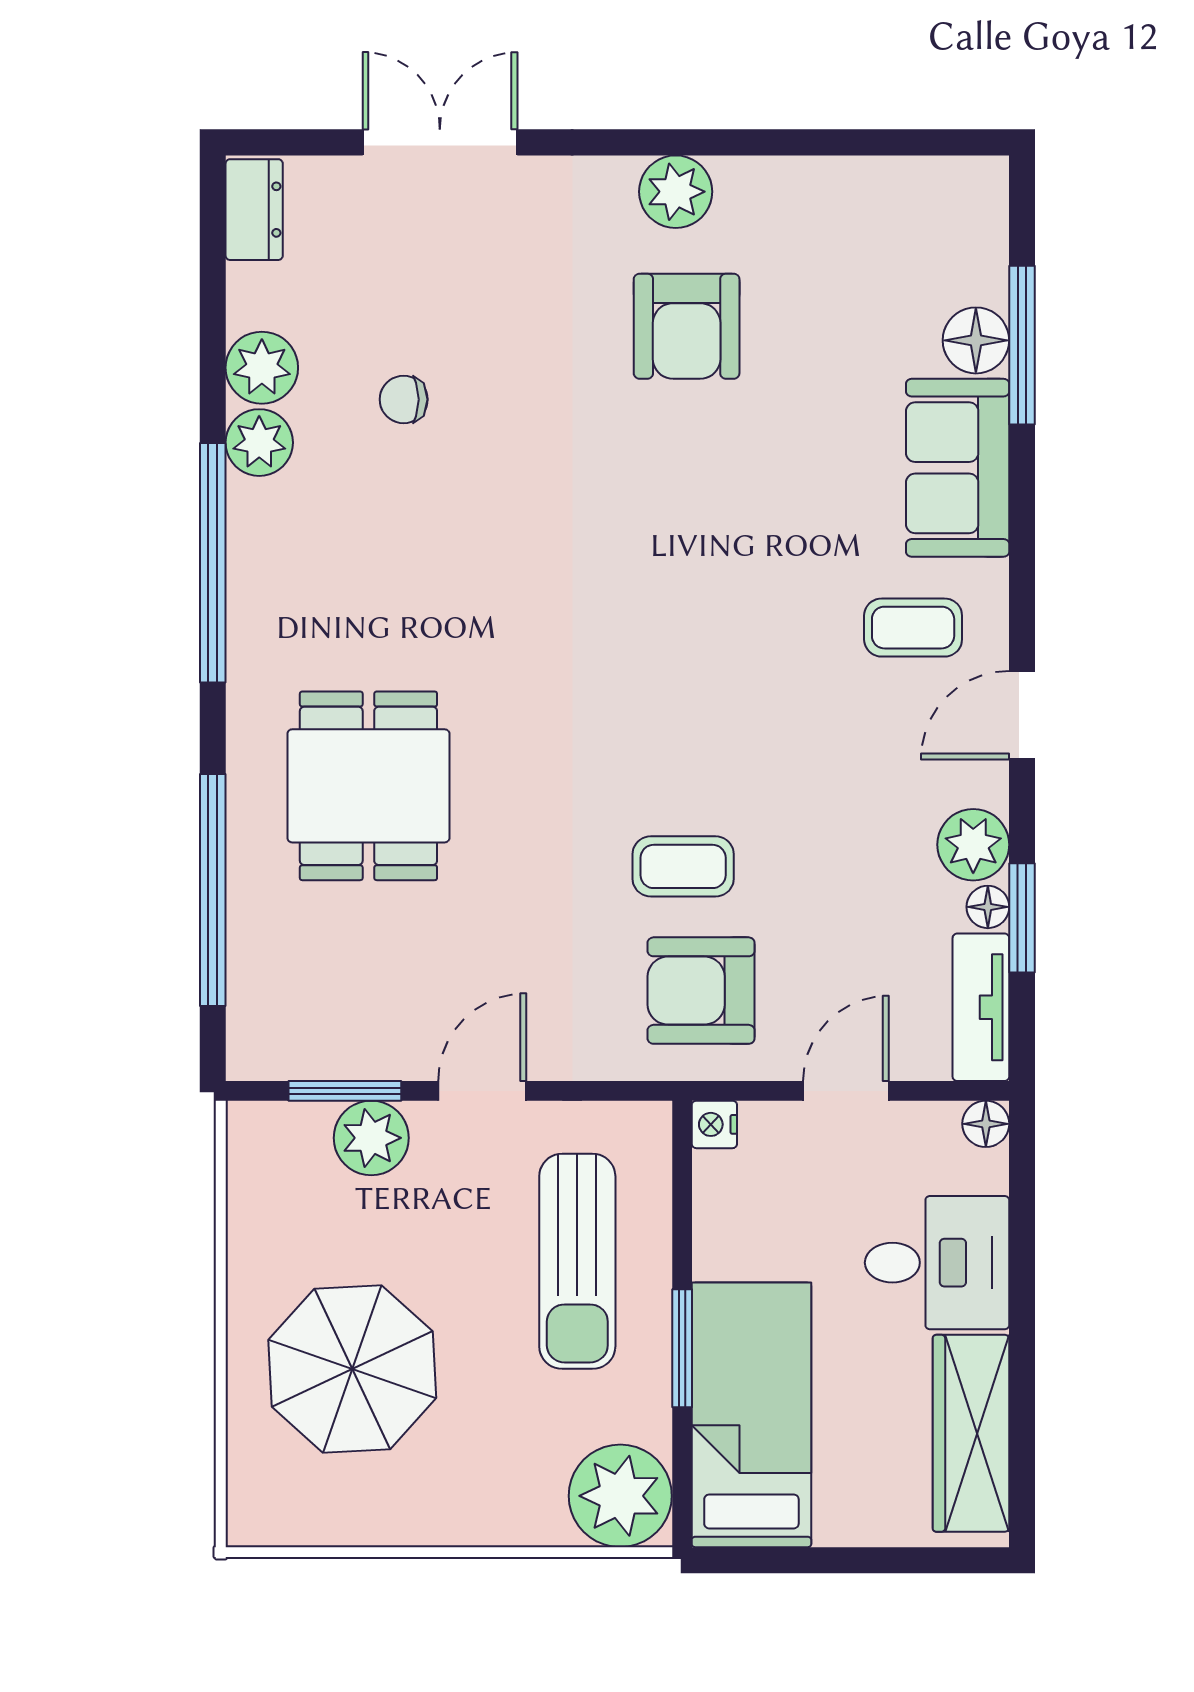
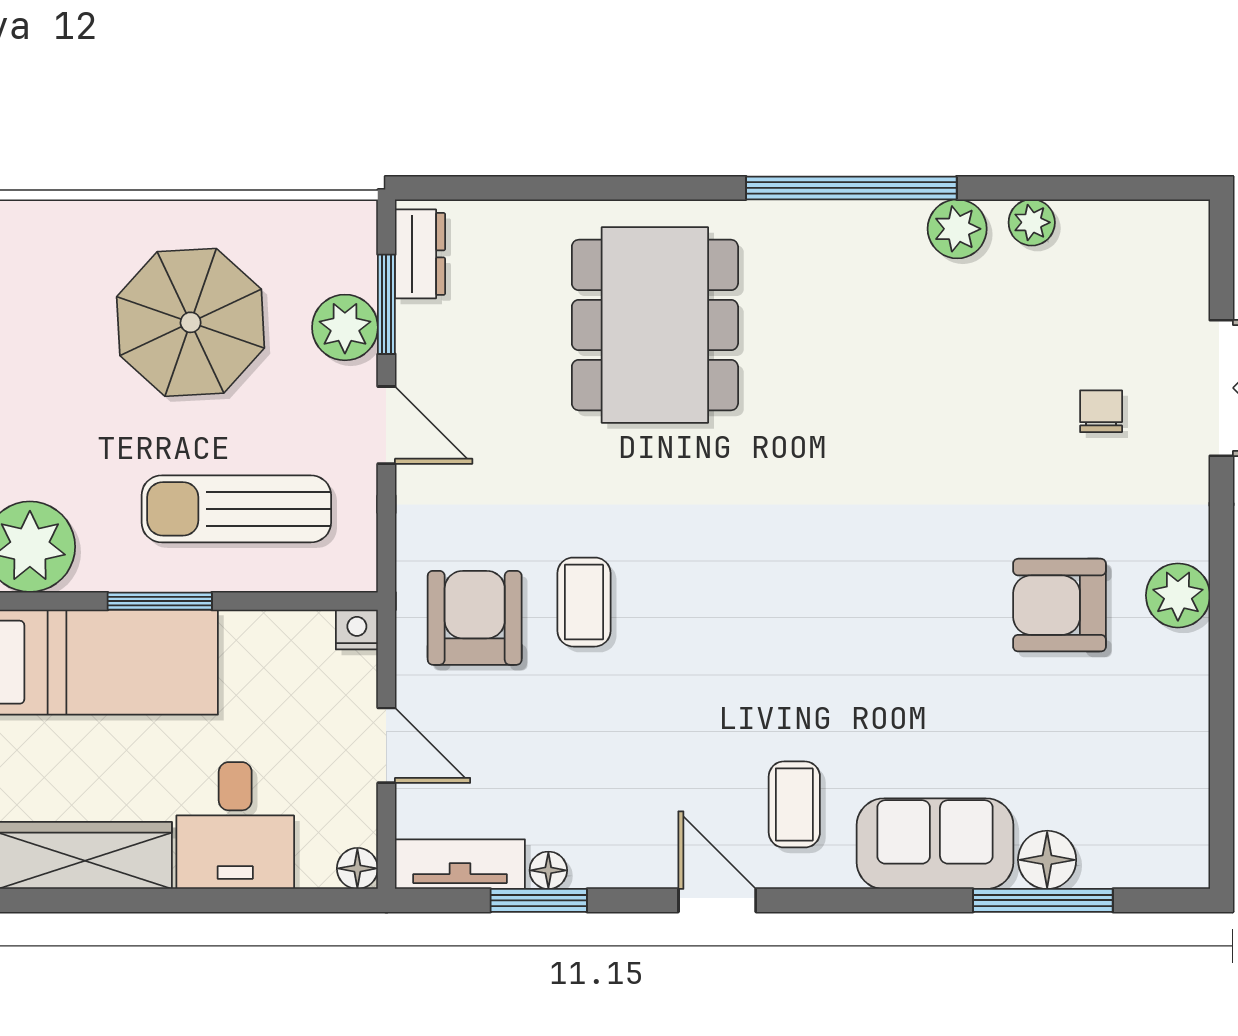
dresser: (254, 210) -> (420, 254), moved, turned -90
plant: (262, 368) -> (1032, 222), width x0.73, depth x0.73
chair: (404, 399) -> (1101, 411), moved
dining table: (368, 786) -> (655, 325), width x1.38
plant: (973, 845) -> (603, 857), removed
window: (213, 890) -> (563, 188), removed
parasol: (352, 1369) -> (191, 322), moved

